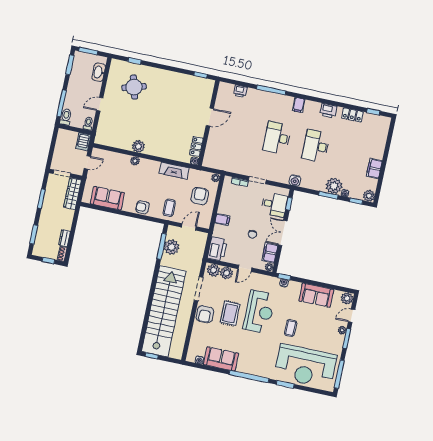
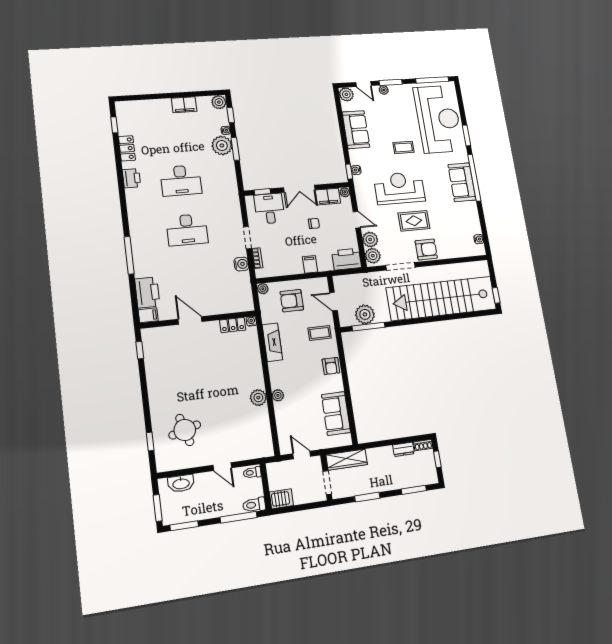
printer: (240, 91) -> (147, 292), width x1.87, depth x1.48
filing cabinet: (299, 105) -> (148, 315), moved
server rack: (83, 142) -> (281, 499), moved
water cooler: (295, 180) -> (241, 264), moved
sofa: (221, 359) -> (462, 182), moved

